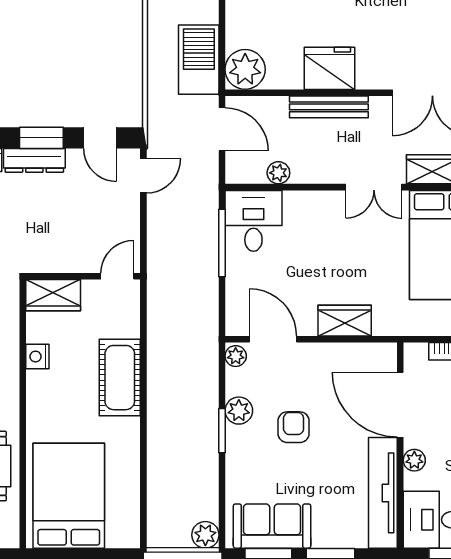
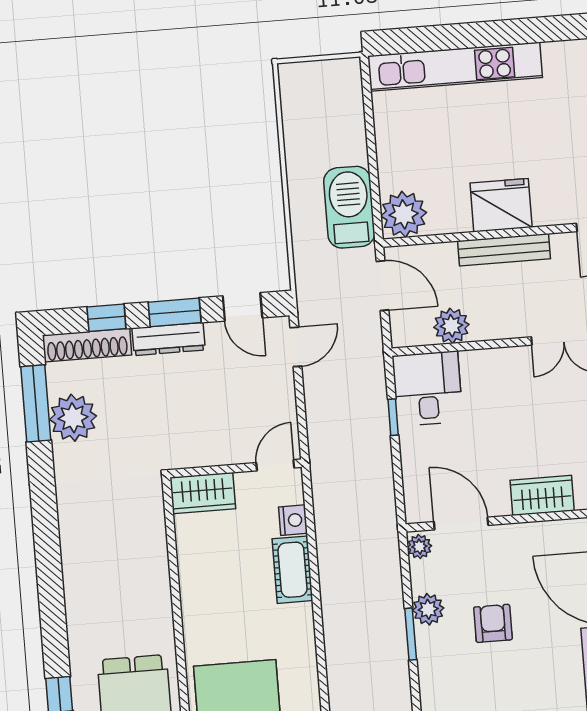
plant: (278, 173) -> (451, 326), width x1.38, depth x1.38
window: (222, 243) -> (393, 417), width x0.46
nightstand: (37, 357) -> (293, 520), moved, turned 180
cot: (120, 378) -> (292, 570), width x0.73, depth x0.75

